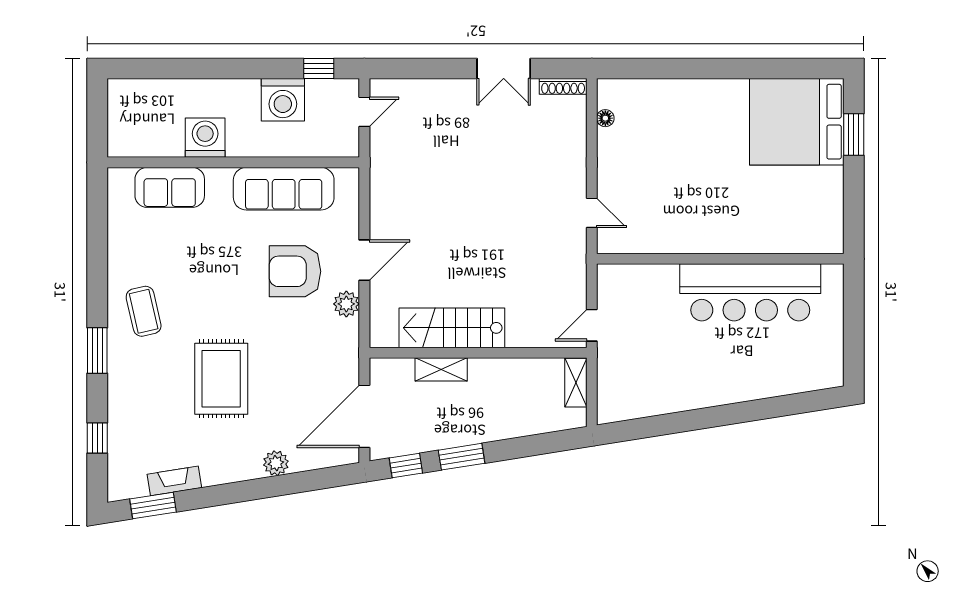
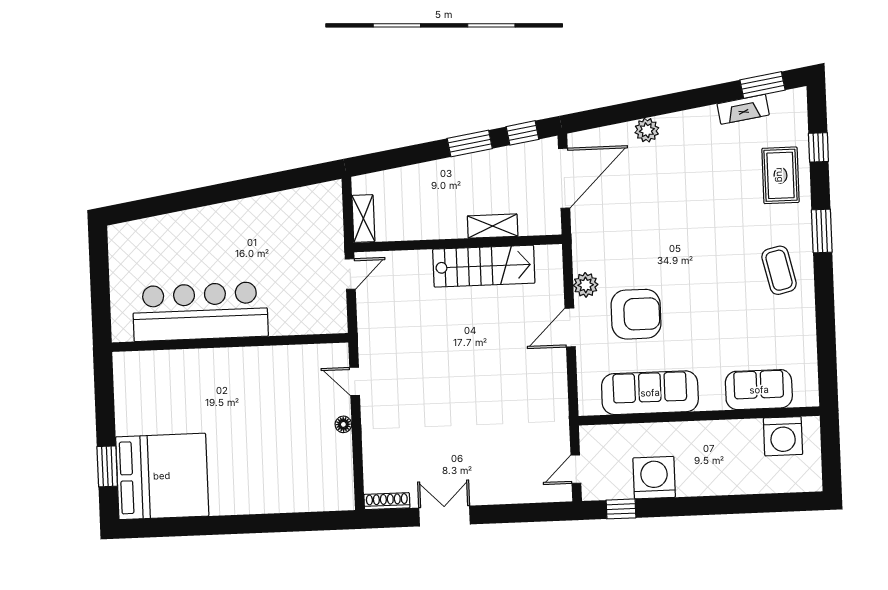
floor lamp: (605, 118) -> (343, 424), moved
washing machine: (205, 138) -> (783, 436), moved
rug: (221, 379) -> (780, 175), moved, width x0.73, depth x0.70

